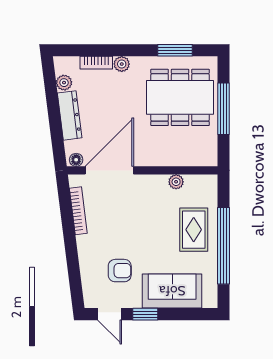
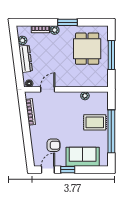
window: (175, 50) -> (68, 22), moved
dining table: (180, 97) -> (87, 49), width x0.73
door: (109, 170) -> (48, 89), width x0.53
rug: (194, 230) -> (95, 122), turned 90
door: (110, 314) -> (48, 170), swing flipped

